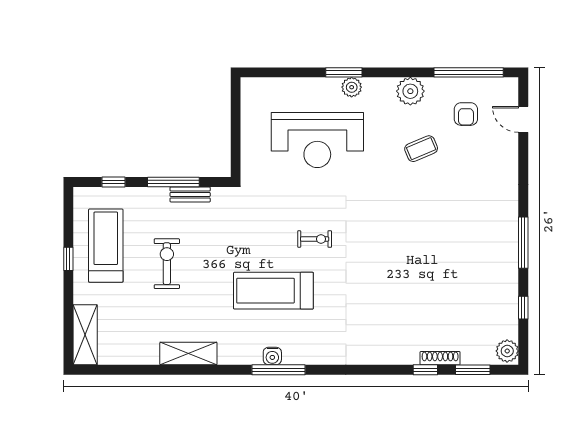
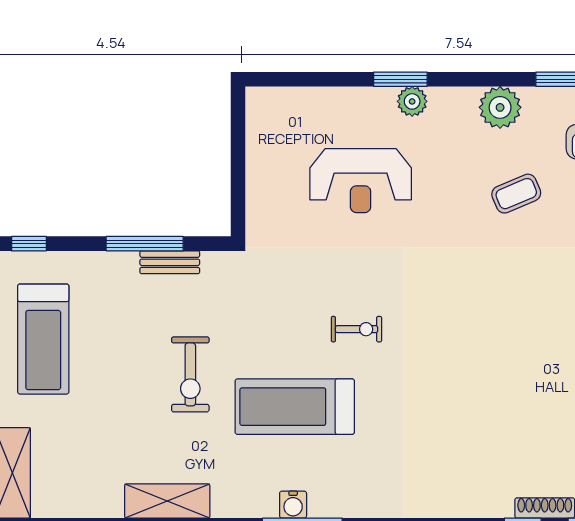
reception desk: (317, 140) -> (361, 181), width x0.74, depth x0.77
window: (113, 182) -> (29, 244), moved
treadmill: (106, 246) -> (43, 339), turned 180
exercise bike: (167, 264) -> (190, 374), moved, turned 180

